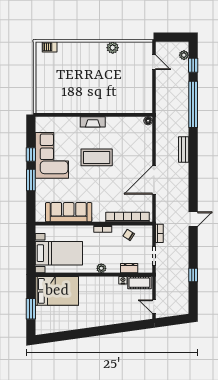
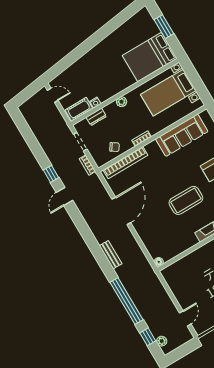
door: (154, 62) -> (185, 318), swing flipped
window: (193, 275) -> (51, 174), moved

